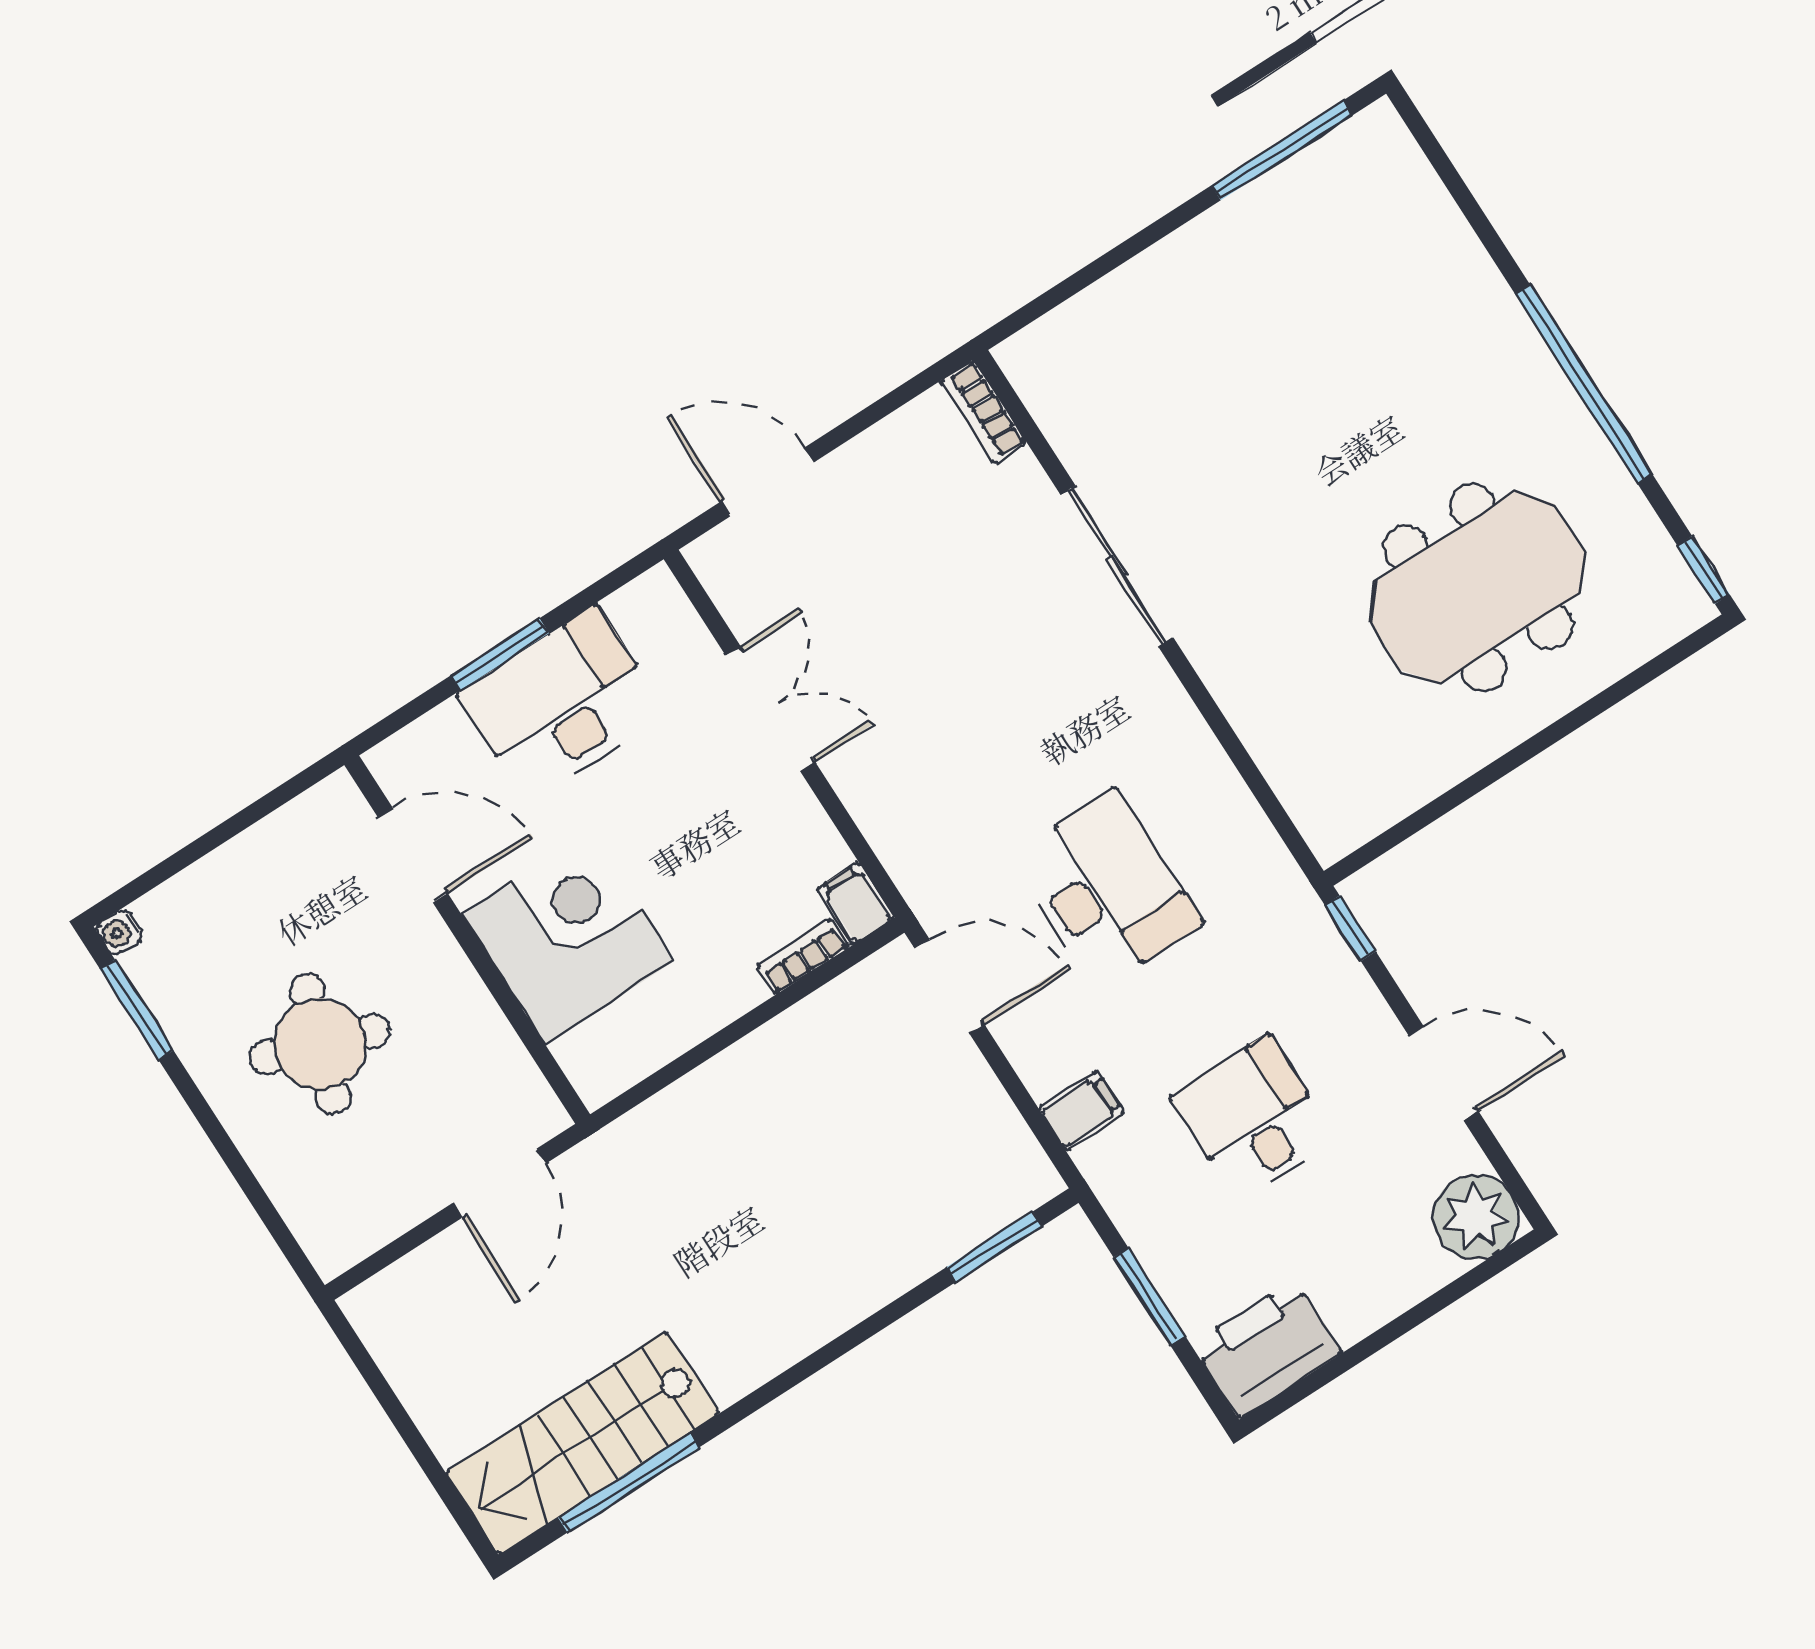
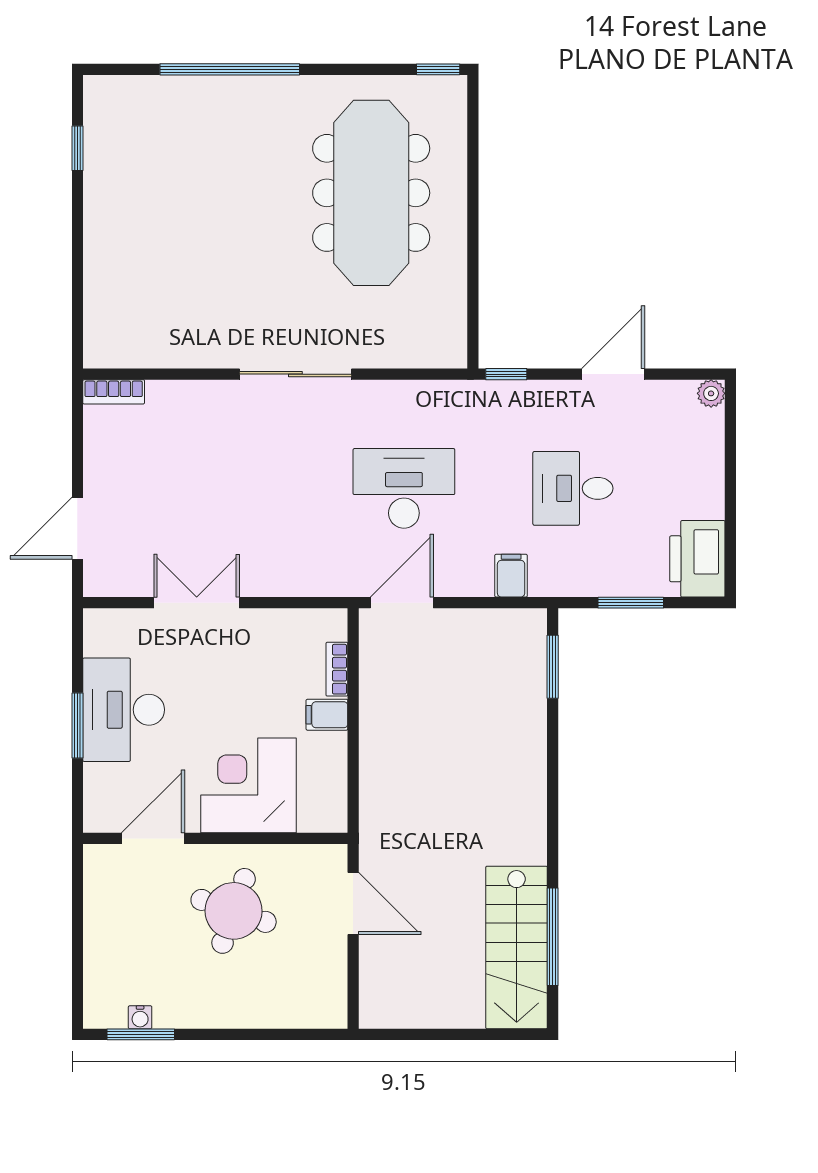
window: (1282, 150) -> (77, 148), width x0.46
window: (1584, 384) -> (230, 69), moved
sliding door: (1117, 566) -> (295, 374), moved
meeting table: (1478, 587) -> (371, 193), width x1.36
filing cabinet: (856, 903) -> (327, 715), moved
water cooler: (119, 932) -> (140, 1017), moved
round table: (320, 1044) -> (234, 911), moved
plant: (1476, 1217) -> (711, 393), width x0.53, depth x0.53

